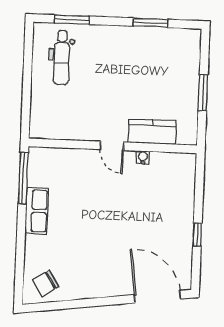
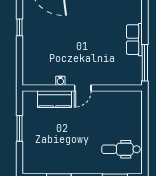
dental chair: (62, 58) -> (121, 149), turned -90
door: (112, 146) -> (83, 88), swing flipped

